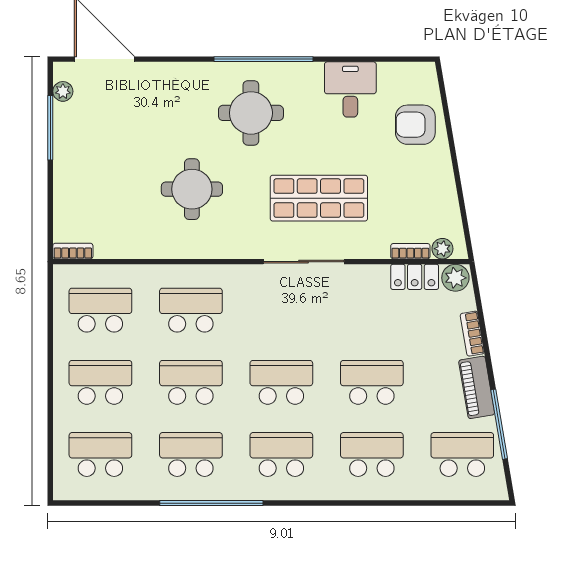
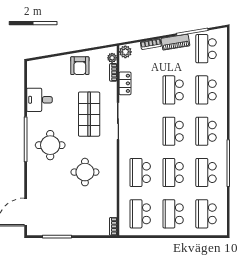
plant: (63, 91) -> (40, 231), removed
armchair: (415, 125) -> (80, 66), moved
locker: (415, 277) -> (125, 83), moved

